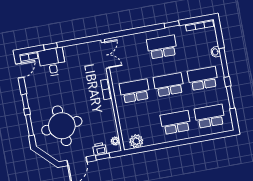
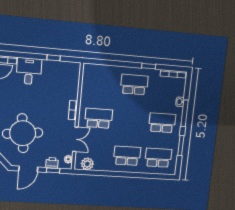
window: (51, 46) -> (54, 58), moved
double door: (105, 55) -> (75, 139), moved
school desk: (169, 85) -> (131, 121), removed

